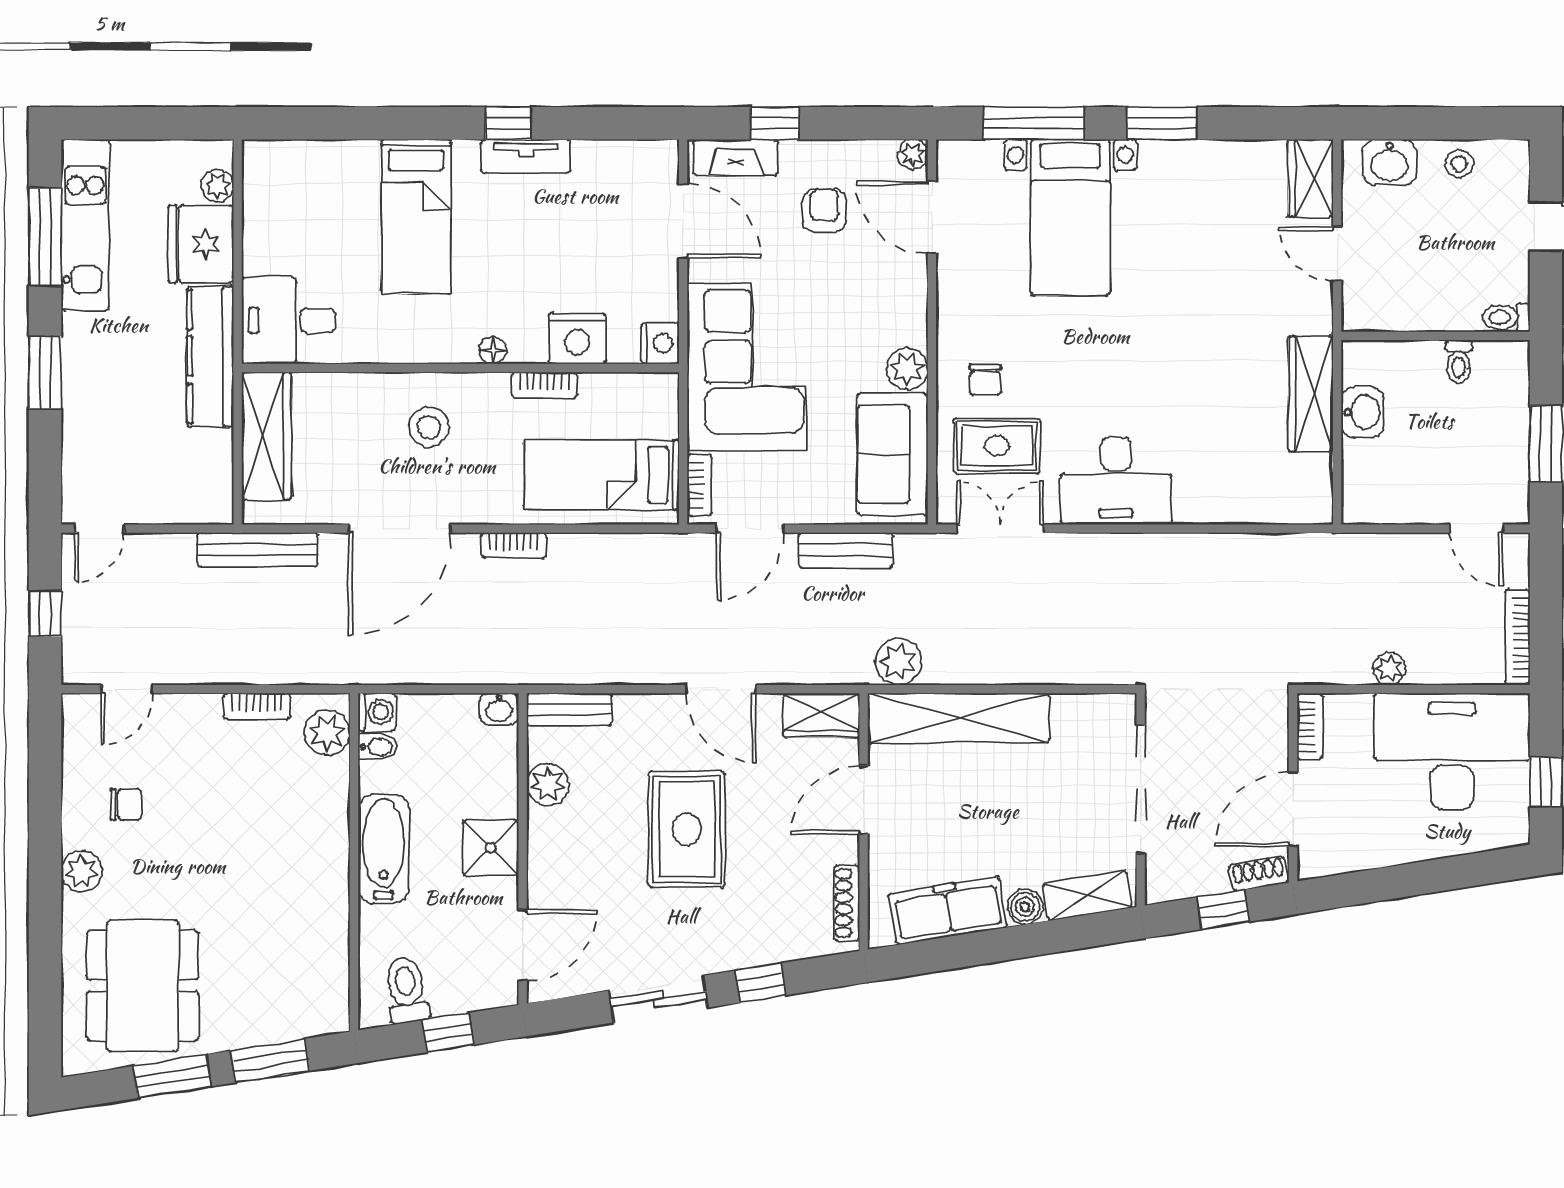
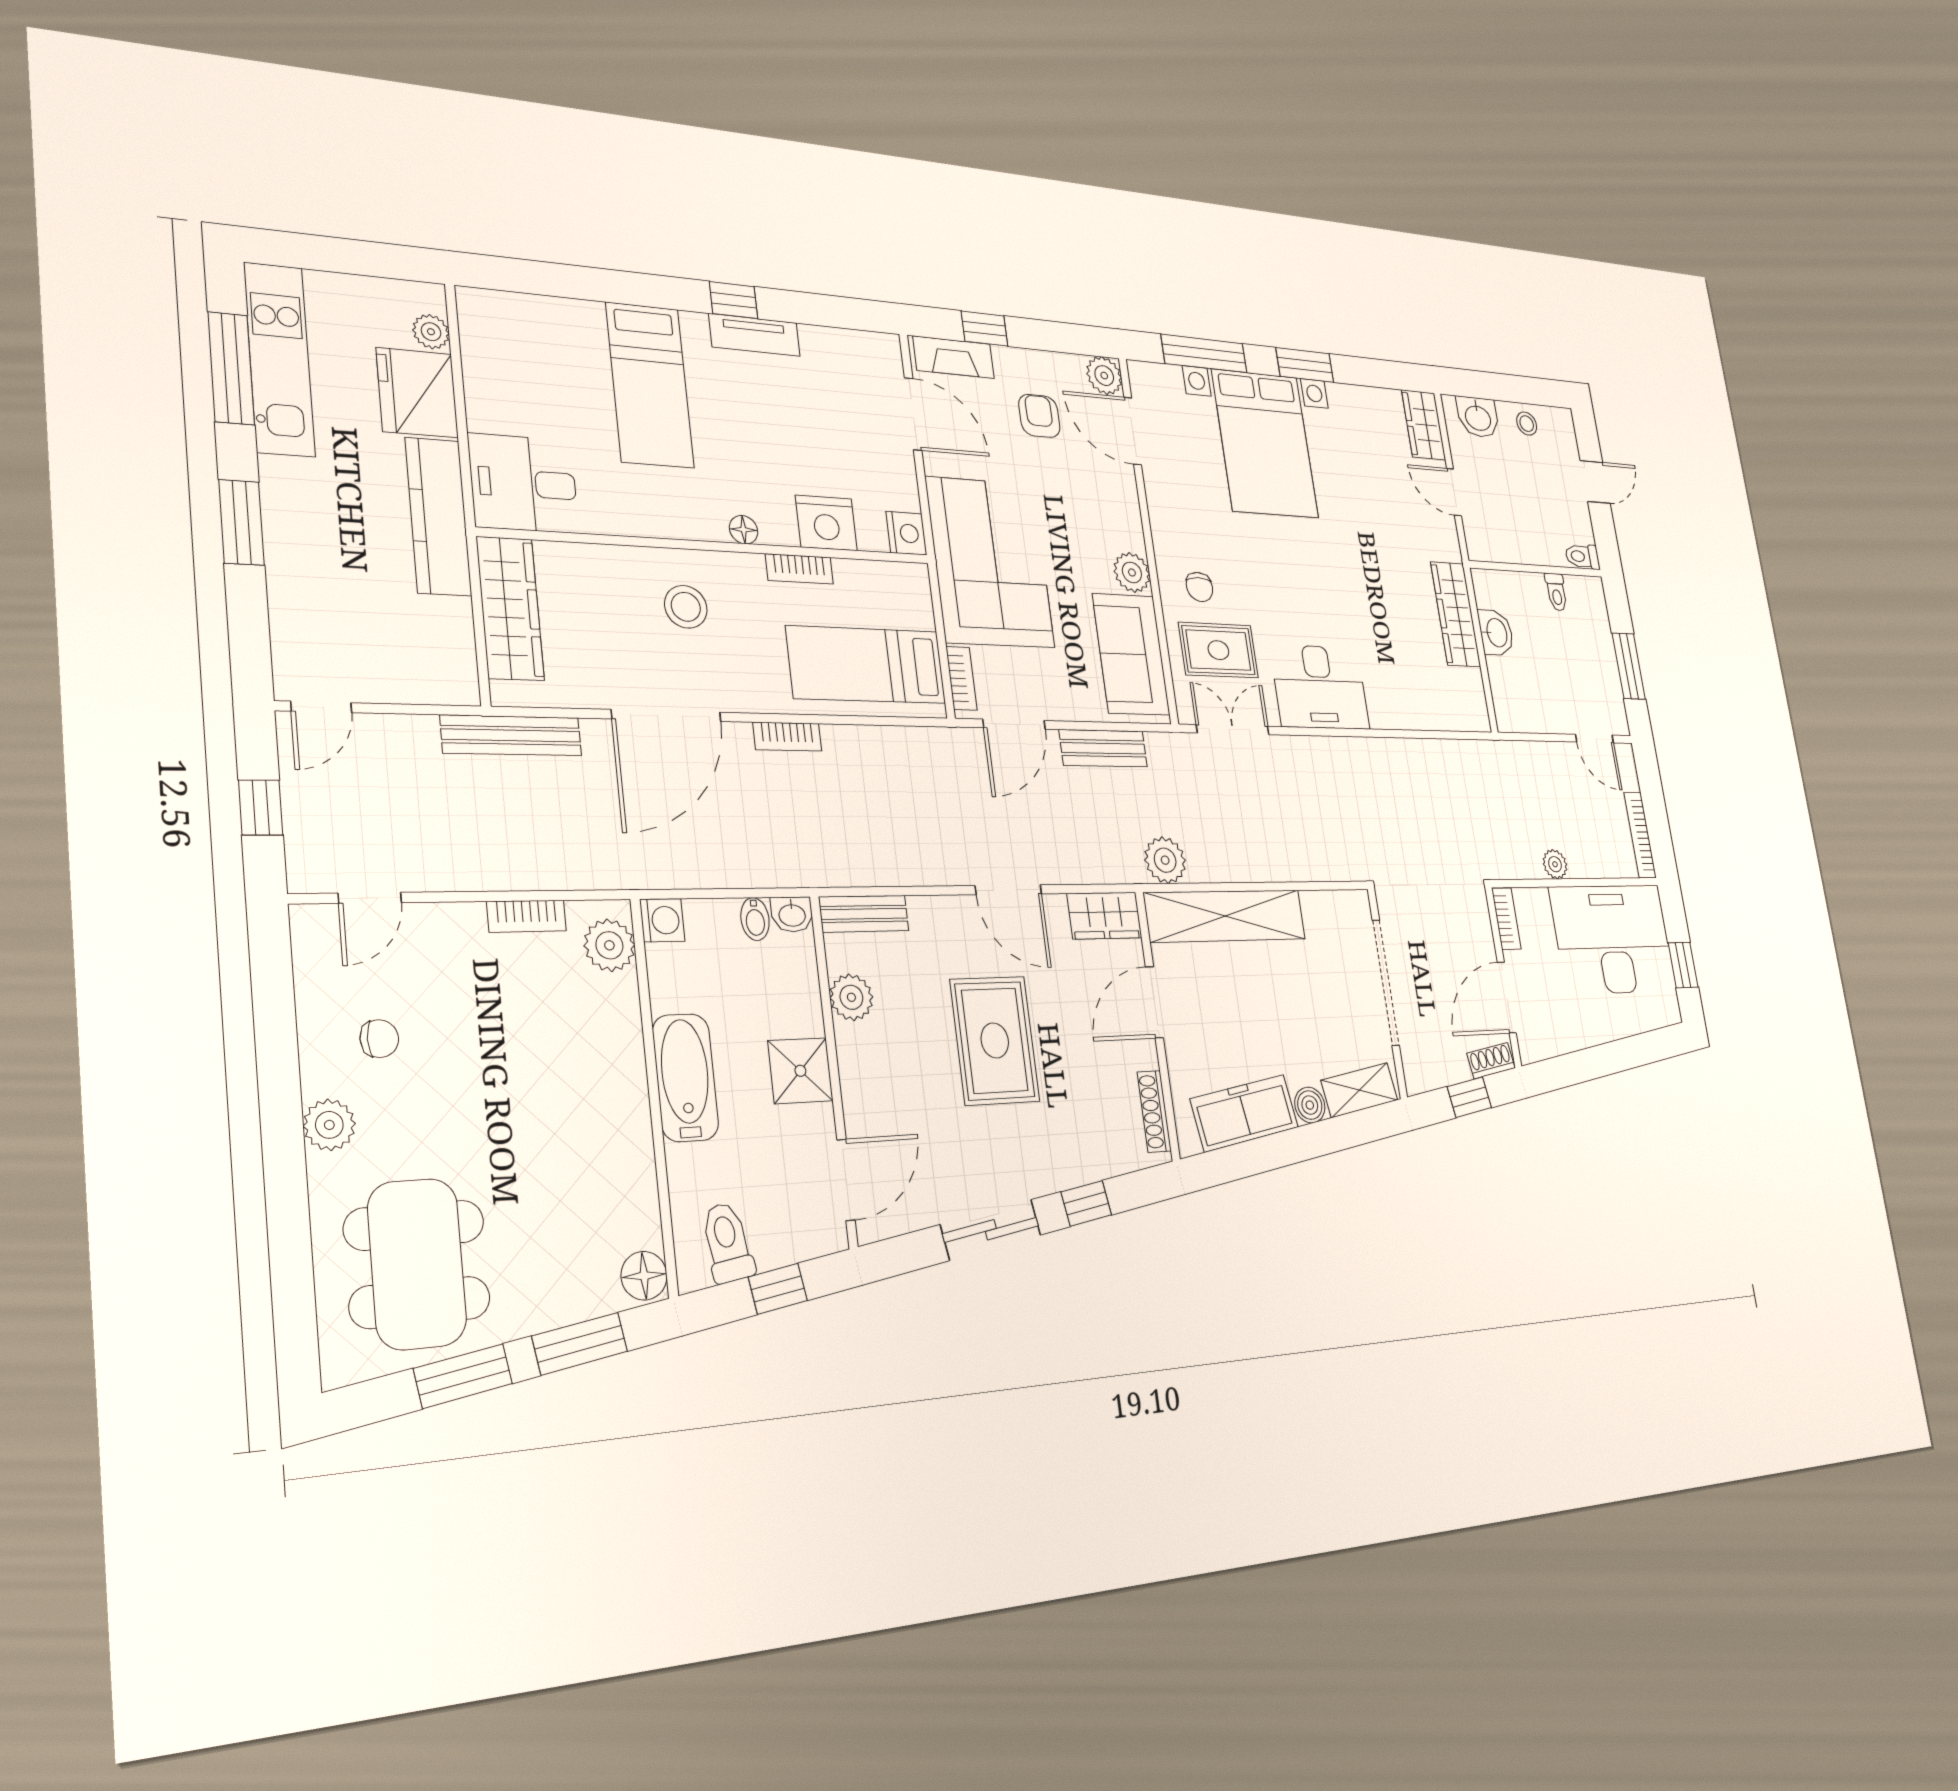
plant: (913, 154) -> (1104, 376), width x1.38, depth x1.38
bed with nightstands: (1070, 217) -> (1265, 444), width x1.36
bidet: (377, 747) -> (755, 919), moved, turned 90
floor lamp: (330, 1011) -> (644, 1276), added

